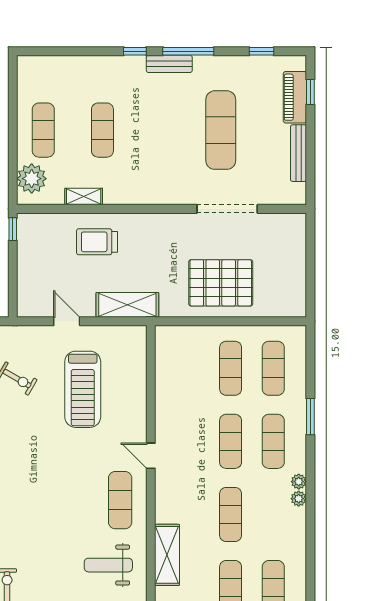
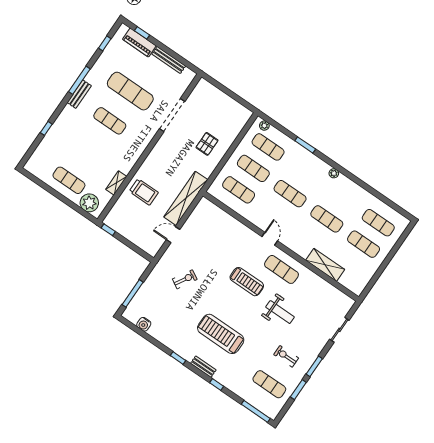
window: (135, 51) -> (46, 128), moved
exercise mat: (102, 130) -> (110, 121), moved
trolley: (97, 242) -> (144, 192), turned -90
pallet: (221, 283) -> (207, 144), width x0.49, depth x0.50
shelving: (127, 305) -> (186, 198), width x1.47
treadmill: (83, 389) -> (247, 282), moved, width x0.73, depth x0.73
exercise mat: (273, 441) -> (239, 190), moved
door: (151, 456) -> (270, 239), swing flipped
plant: (299, 499) -> (264, 126), moved
weight bench: (108, 565) -> (280, 312), moved, turned -90

